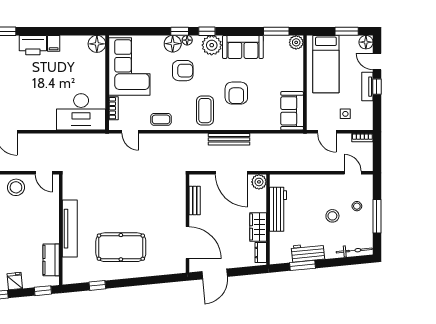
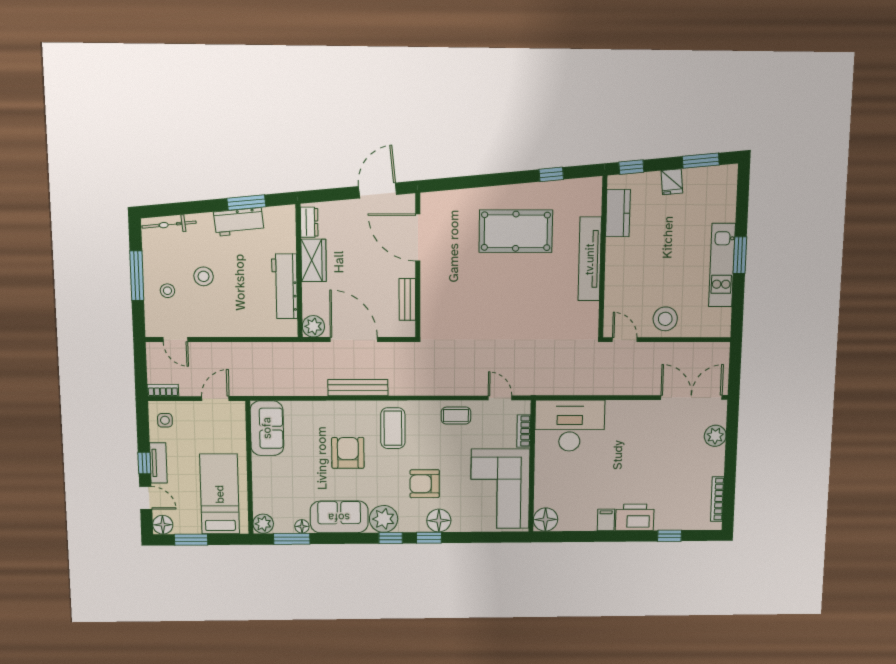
floor lamp: (187, 40) -> (302, 526), moved
side table: (345, 114) -> (165, 420), moved
door: (327, 132) -> (215, 399), hinge flipped

